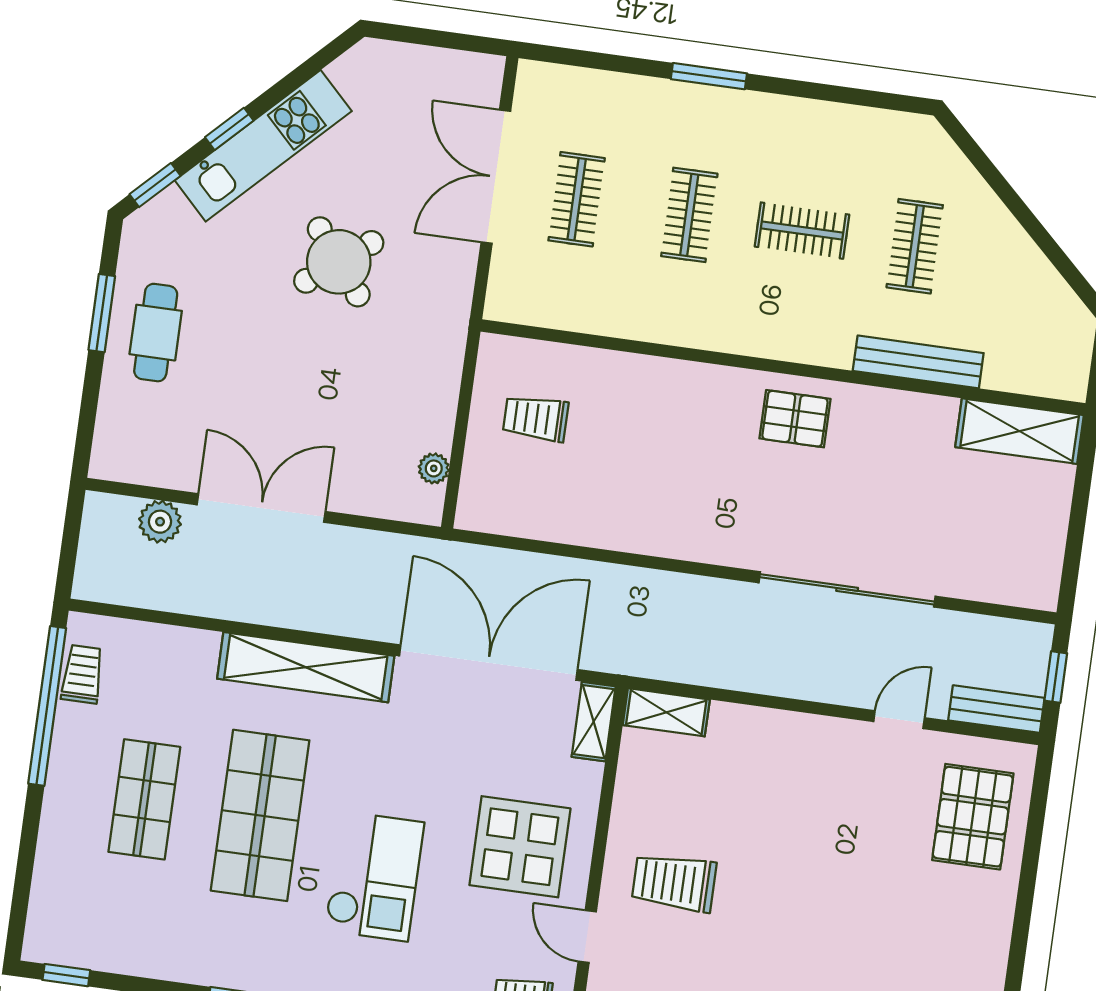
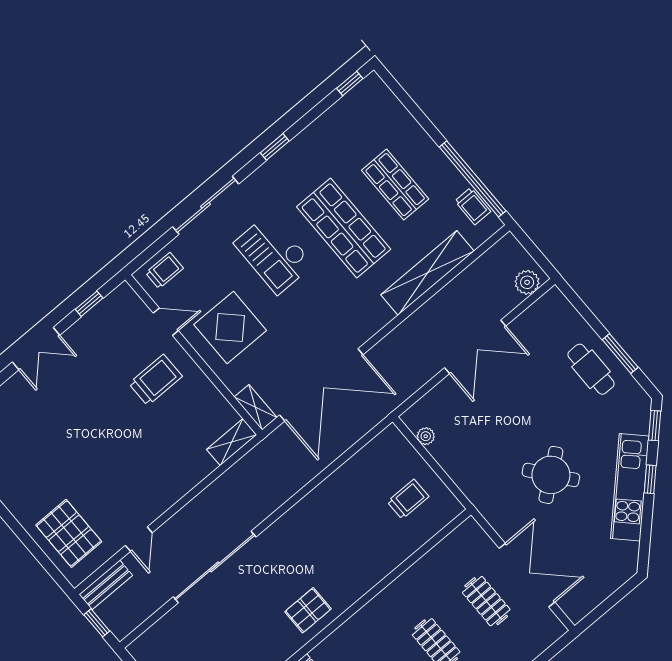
plant: (160, 522) -> (527, 282), moved
shelving: (306, 667) -> (427, 273), moved

